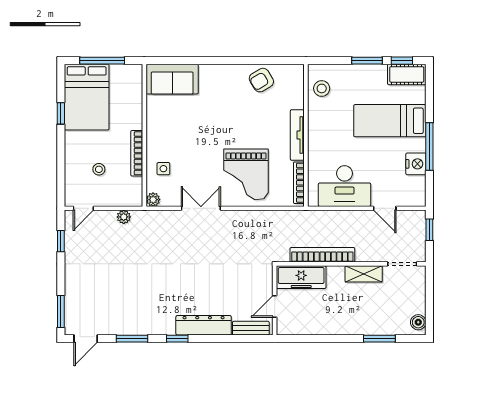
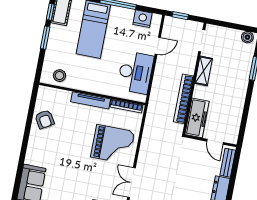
nightstand: (416, 164) -> (143, 19), moved

